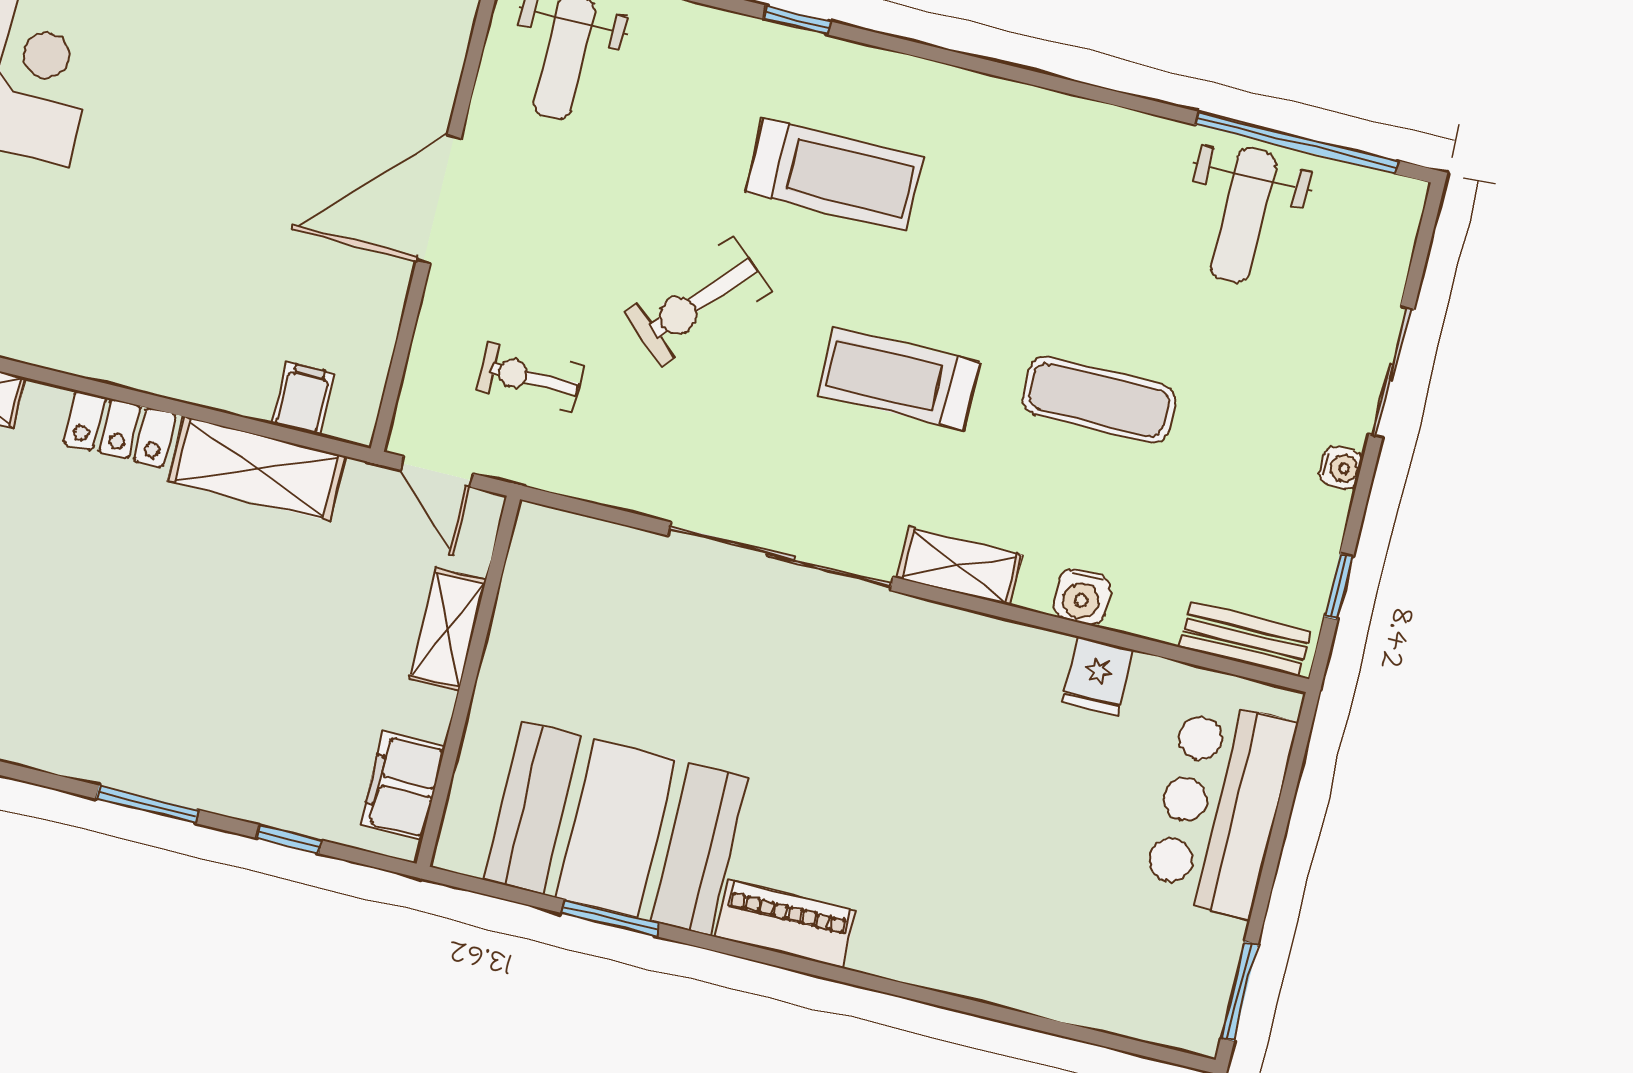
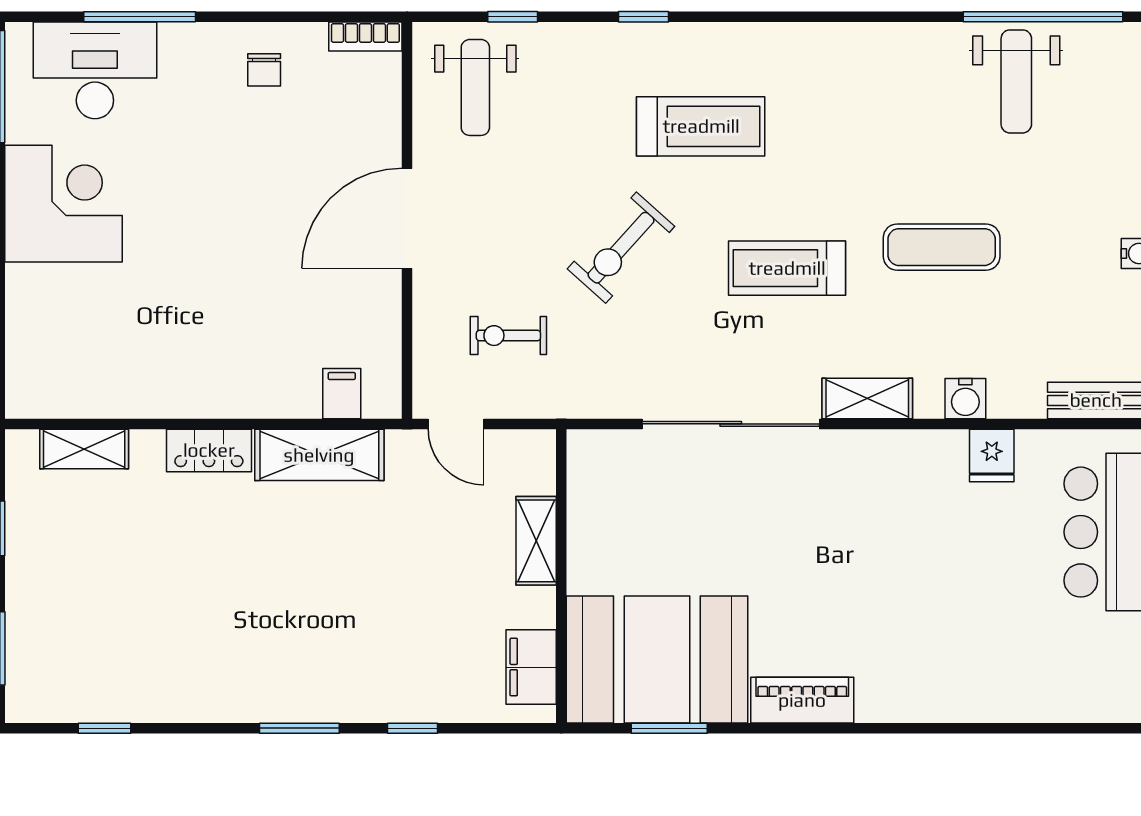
shelving: (448, 630) -> (536, 541), moved
wall: (468, 681) -> (561, 576), moved
filing cabinet: (403, 786) -> (531, 667), moved

